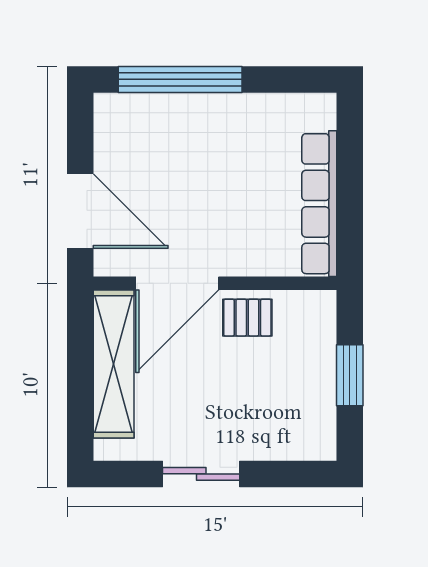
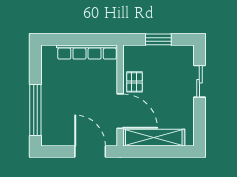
door: (80, 211) -> (90, 152), hinge flipped
sliding door: (201, 474) -> (199, 81), moved

